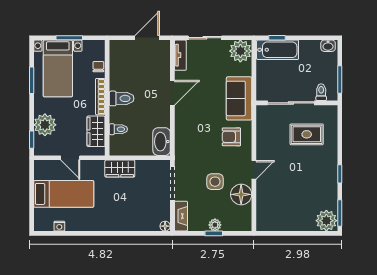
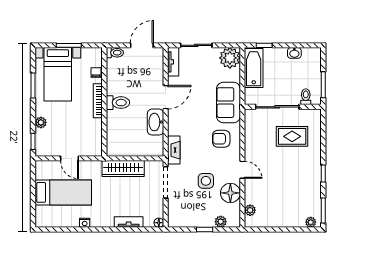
washbasin: (328, 46) -> (294, 53), moved
bathtub: (278, 50) -> (254, 68), moved, turned -90
plant: (45, 125) -> (41, 122), width x0.53, depth x0.53
toilet: (118, 129) -> (115, 53), moved
wardrobe: (96, 131) -> (94, 134), removed
washbasin: (162, 142) -> (155, 122), moved
wardrobe: (120, 169) -> (123, 169), width x1.50
door: (254, 170) -> (242, 170), hinge flipped
plant: (262, 213) -> (250, 210), added
fireplace: (181, 216) -> (174, 150), moved
plant: (326, 221) -> (311, 222), width x0.53, depth x0.53
tv unit: (133, 225) -> (129, 222), added
plant: (215, 225) -> (221, 222), moved
nightstand: (59, 226) -> (85, 223), moved

